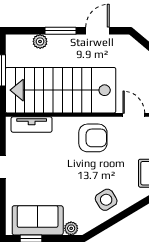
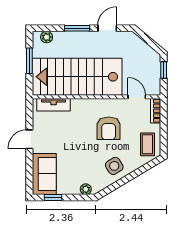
plant: (40, 41) -> (47, 37), moved
armchair: (93, 138) -> (109, 128), moved, turned 90
sofa: (38, 220) -> (44, 174), moved, turned 90

